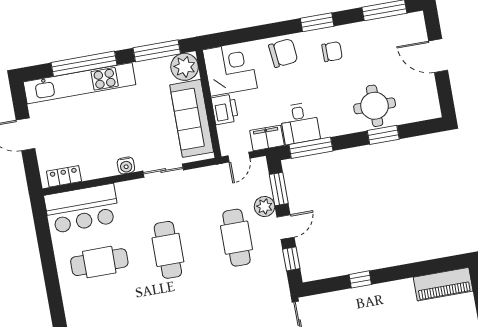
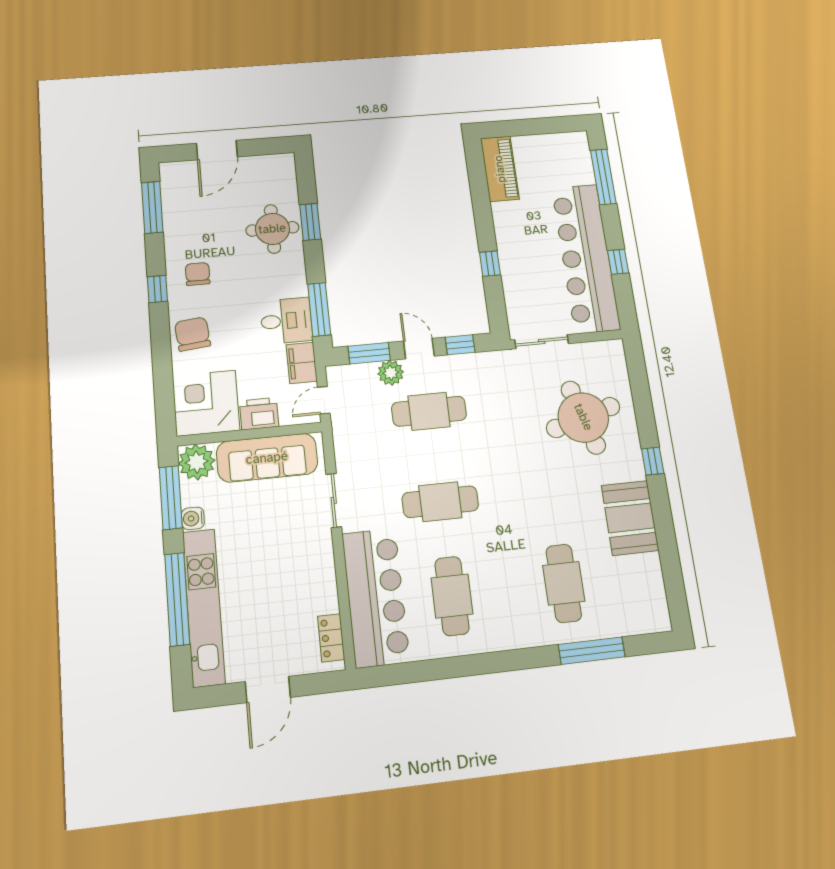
window: (317, 22) -> (157, 289), width x0.67
door: (239, 157) -> (324, 400), swing flipped
water cooler: (126, 165) -> (193, 518), moved, turned 180
bar counter: (82, 209) -> (376, 597), width x1.36

